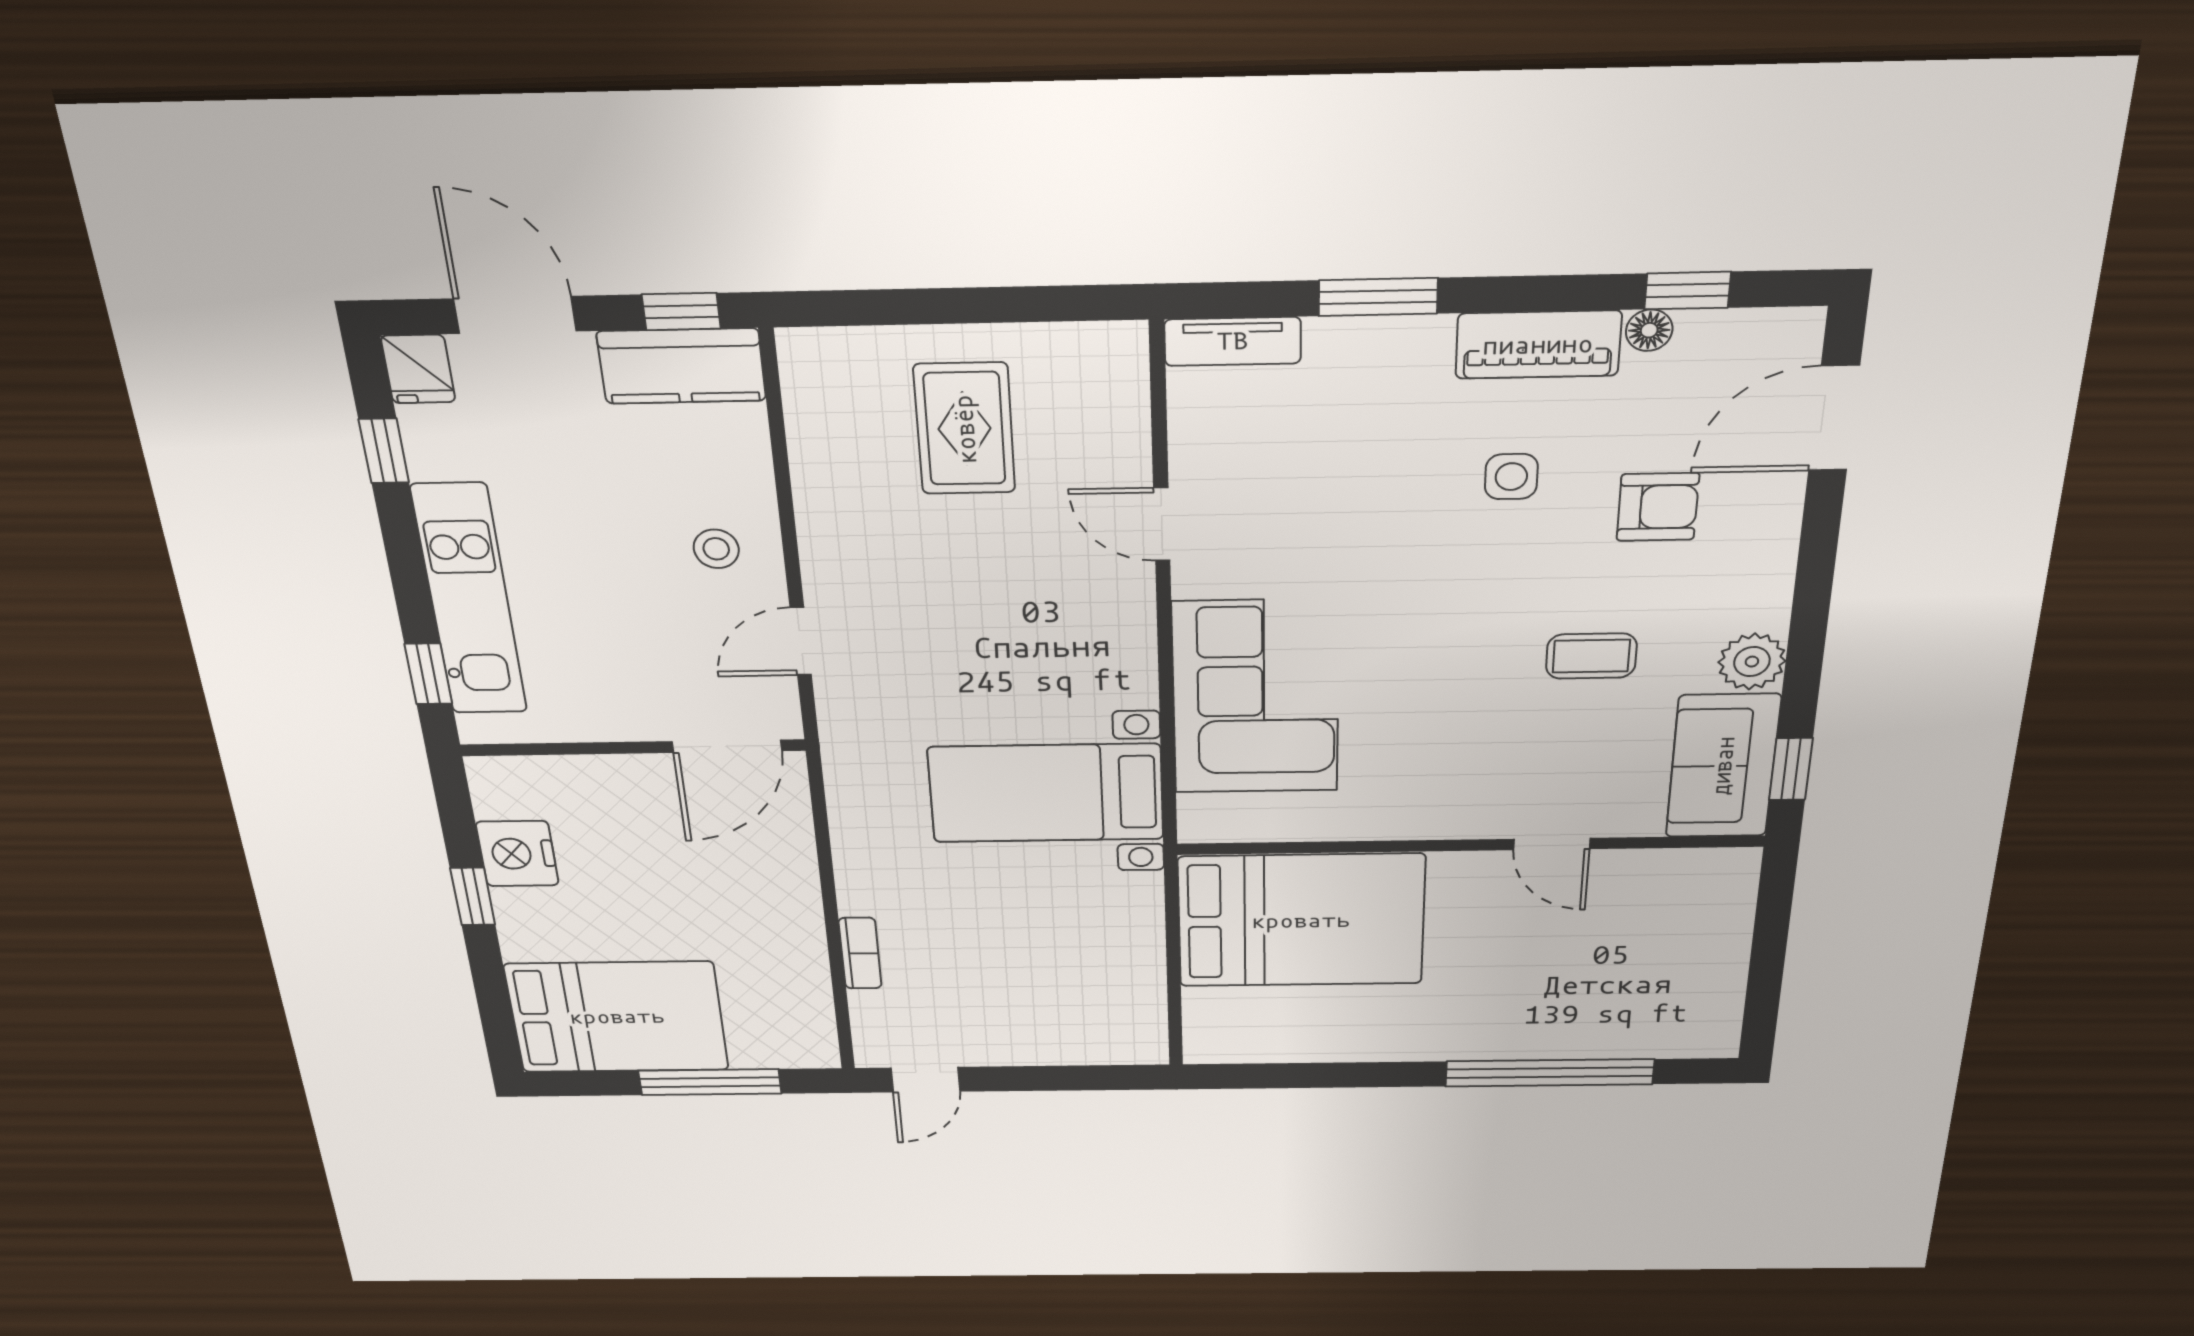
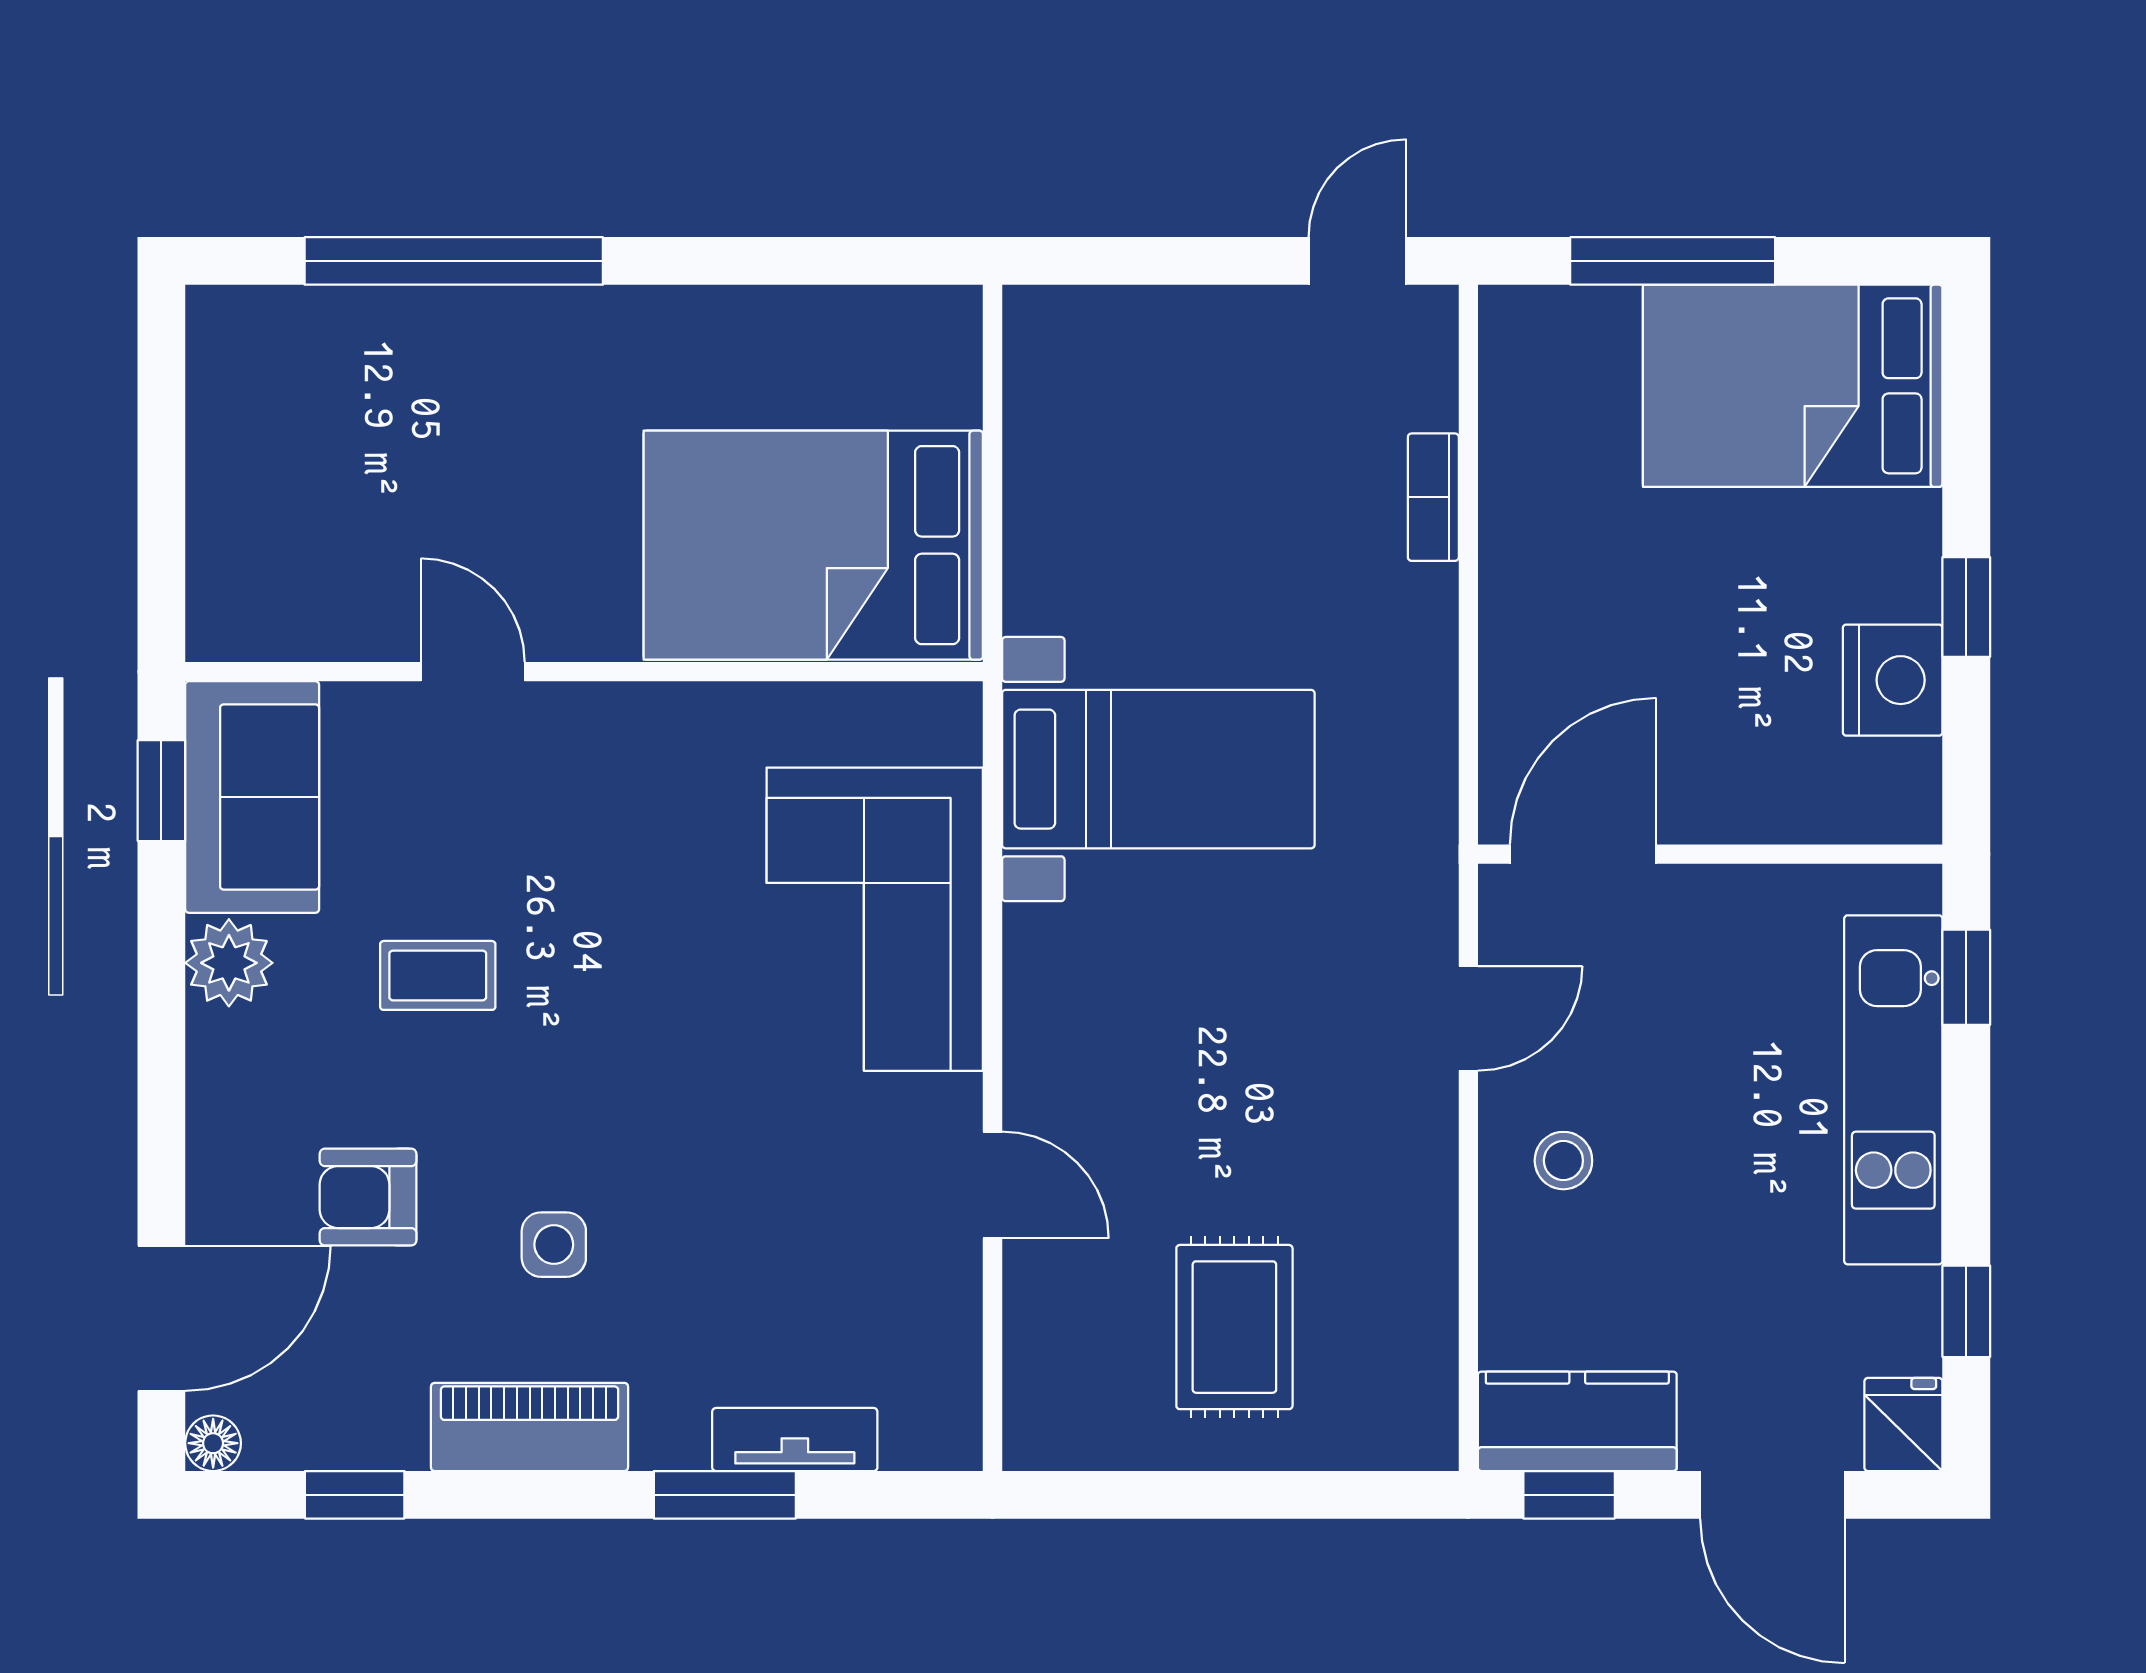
floor lamp: (1649, 330) -> (213, 1443), moved
tv unit: (1233, 341) -> (795, 1440), moved

